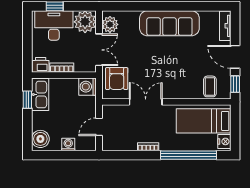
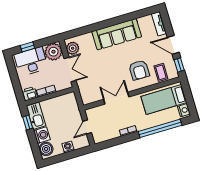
armchair: (117, 79) -> (139, 70), moved
washing machine: (88, 87) -> (42, 135), moved, turned 180

